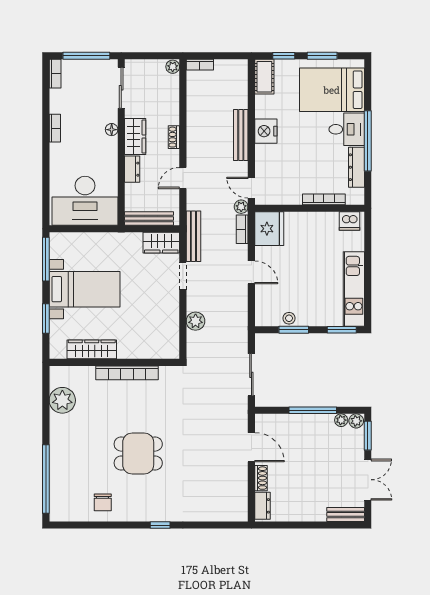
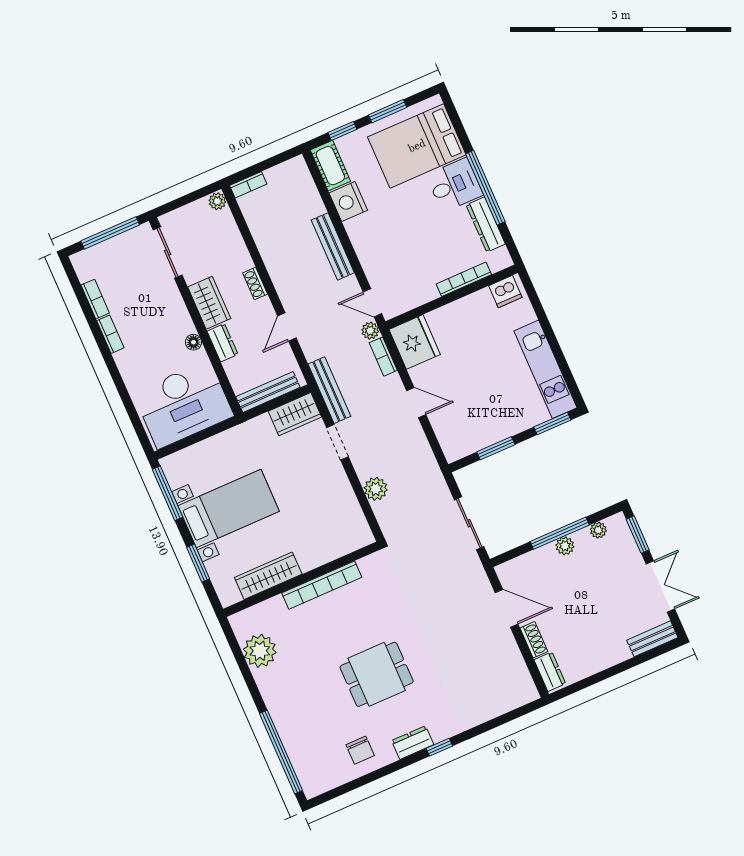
bookcase: (55, 74) -> (95, 299), moved
floor lamp: (112, 130) -> (193, 342), moved
nightstand: (266, 131) -> (348, 202), moved
stool: (289, 318) -> (484, 437), removed
plant: (356, 421) -> (565, 546), moved
dresser: (142, 513) -> (413, 743), added

